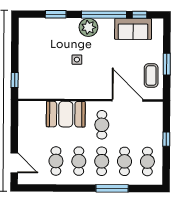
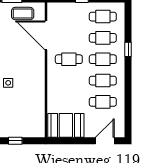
window: (15, 80) -> (15, 141), moved
door: (127, 100) -> (46, 35), hinge flipped
booth: (66, 114) -> (66, 125), moved, turned 90
window: (112, 188) -> (128, 49), width x0.46

